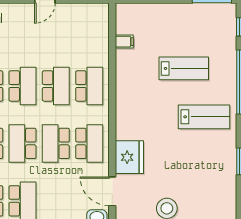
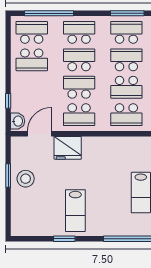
school desk: (23, 86) -> (126, 60), turned 180
lab bench: (204, 117) -> (75, 211), moved

